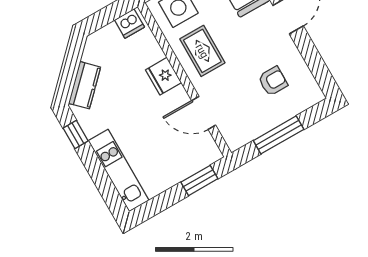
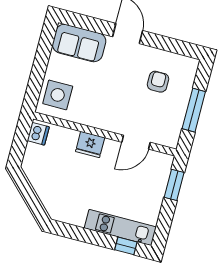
rug: (202, 51) -> (98, 106), removed
kitchen counter: (85, 85) -> (49, 197), removed
window: (76, 135) -> (126, 246), moved

